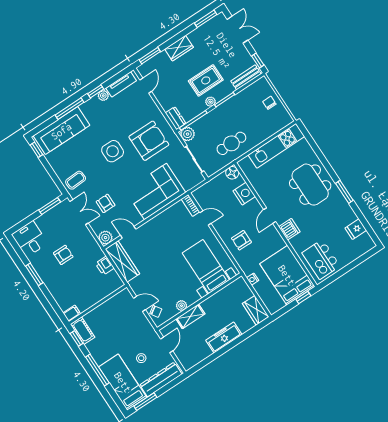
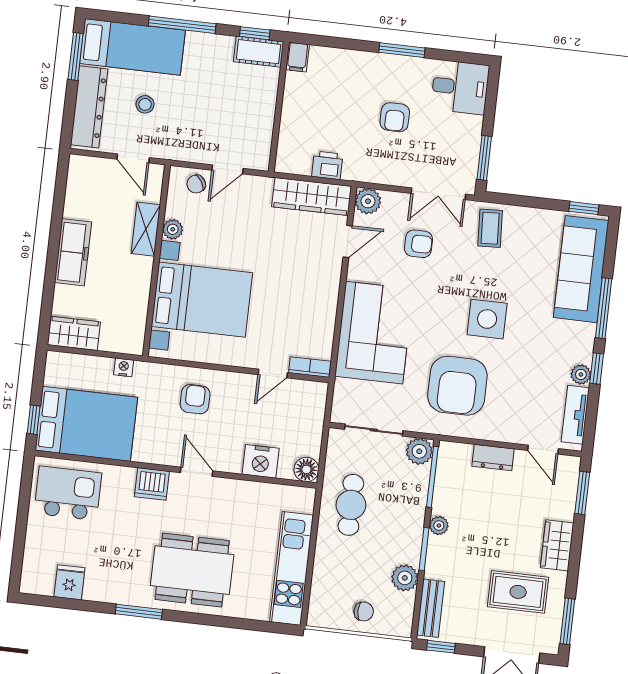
rug: (206, 80) -> (518, 592), moved, turned 90
plant: (242, 98) -> (405, 578), added
dresser: (176, 118) -> (493, 458), moved
bed with nightstands: (206, 267) -> (202, 300), width x1.36

